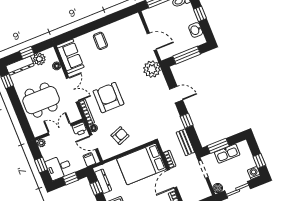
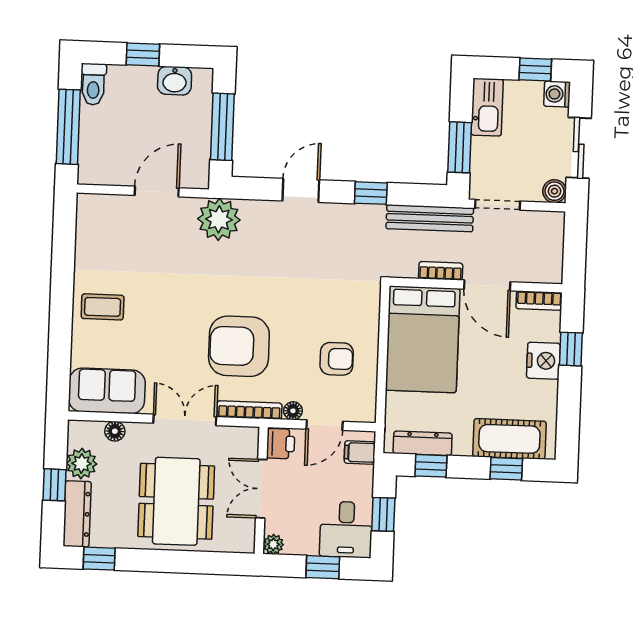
armchair: (120, 136) -> (337, 359), turned 111
bench: (185, 142) -> (430, 218), width x1.36
kitchen sink: (227, 154) -> (487, 107), moved

